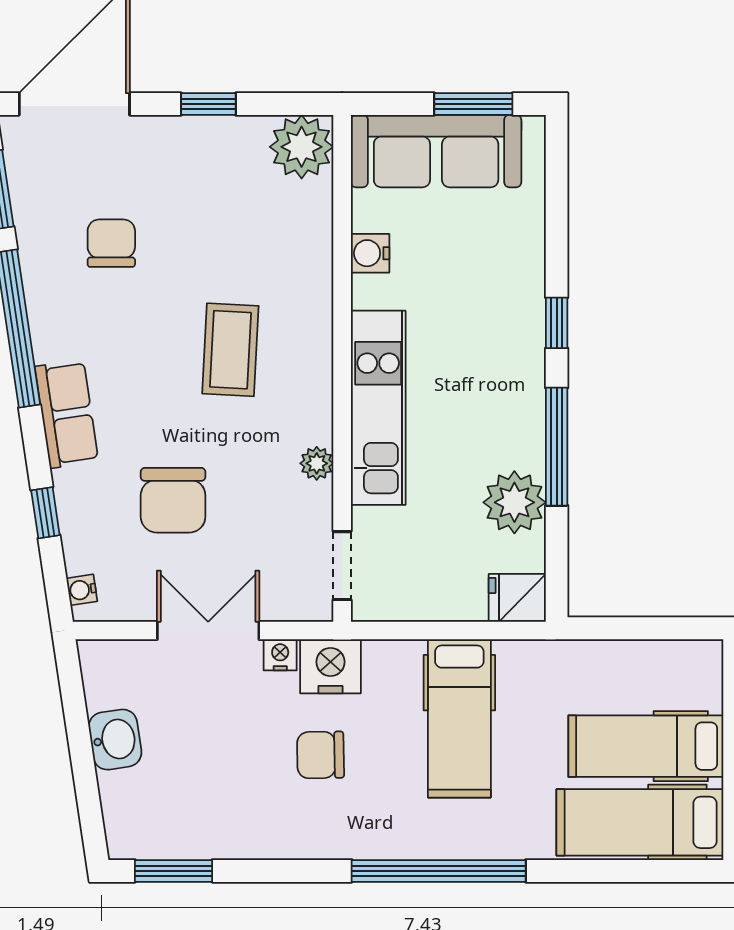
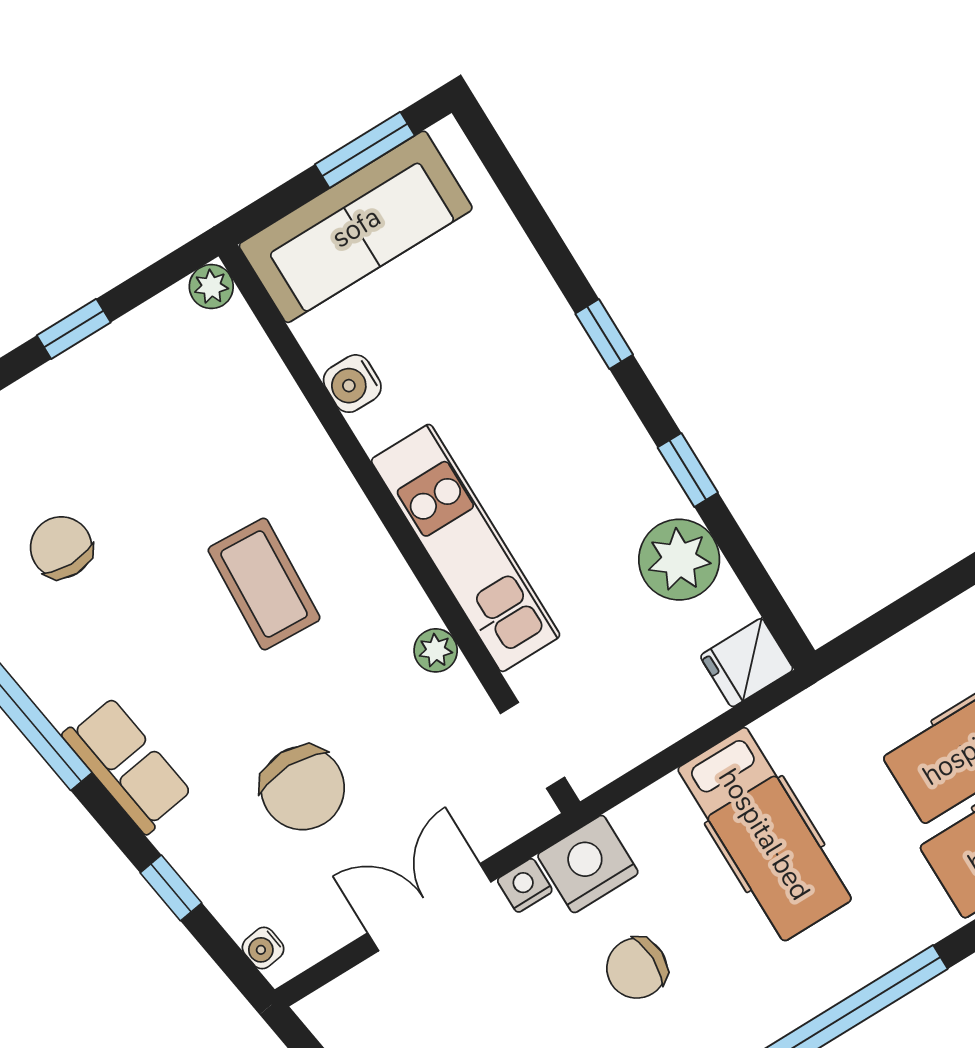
plant: (302, 147) -> (211, 287), width x0.53, depth x0.53
window: (557, 447) -> (688, 470), width x0.46

